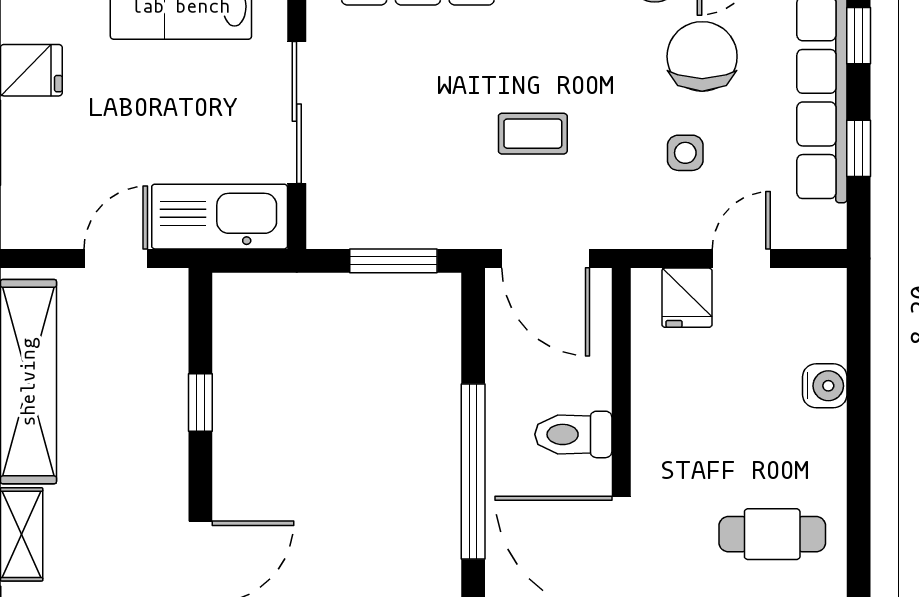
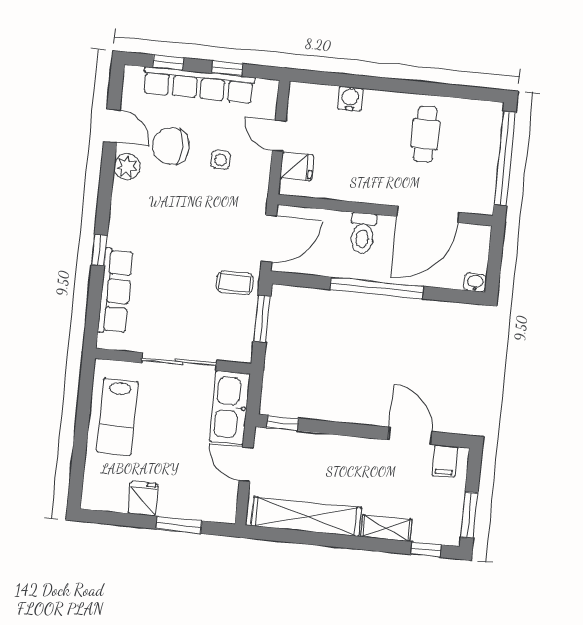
coffee table: (533, 134) -> (235, 283), moved, turned 90
window: (200, 403) -> (283, 423), moved

